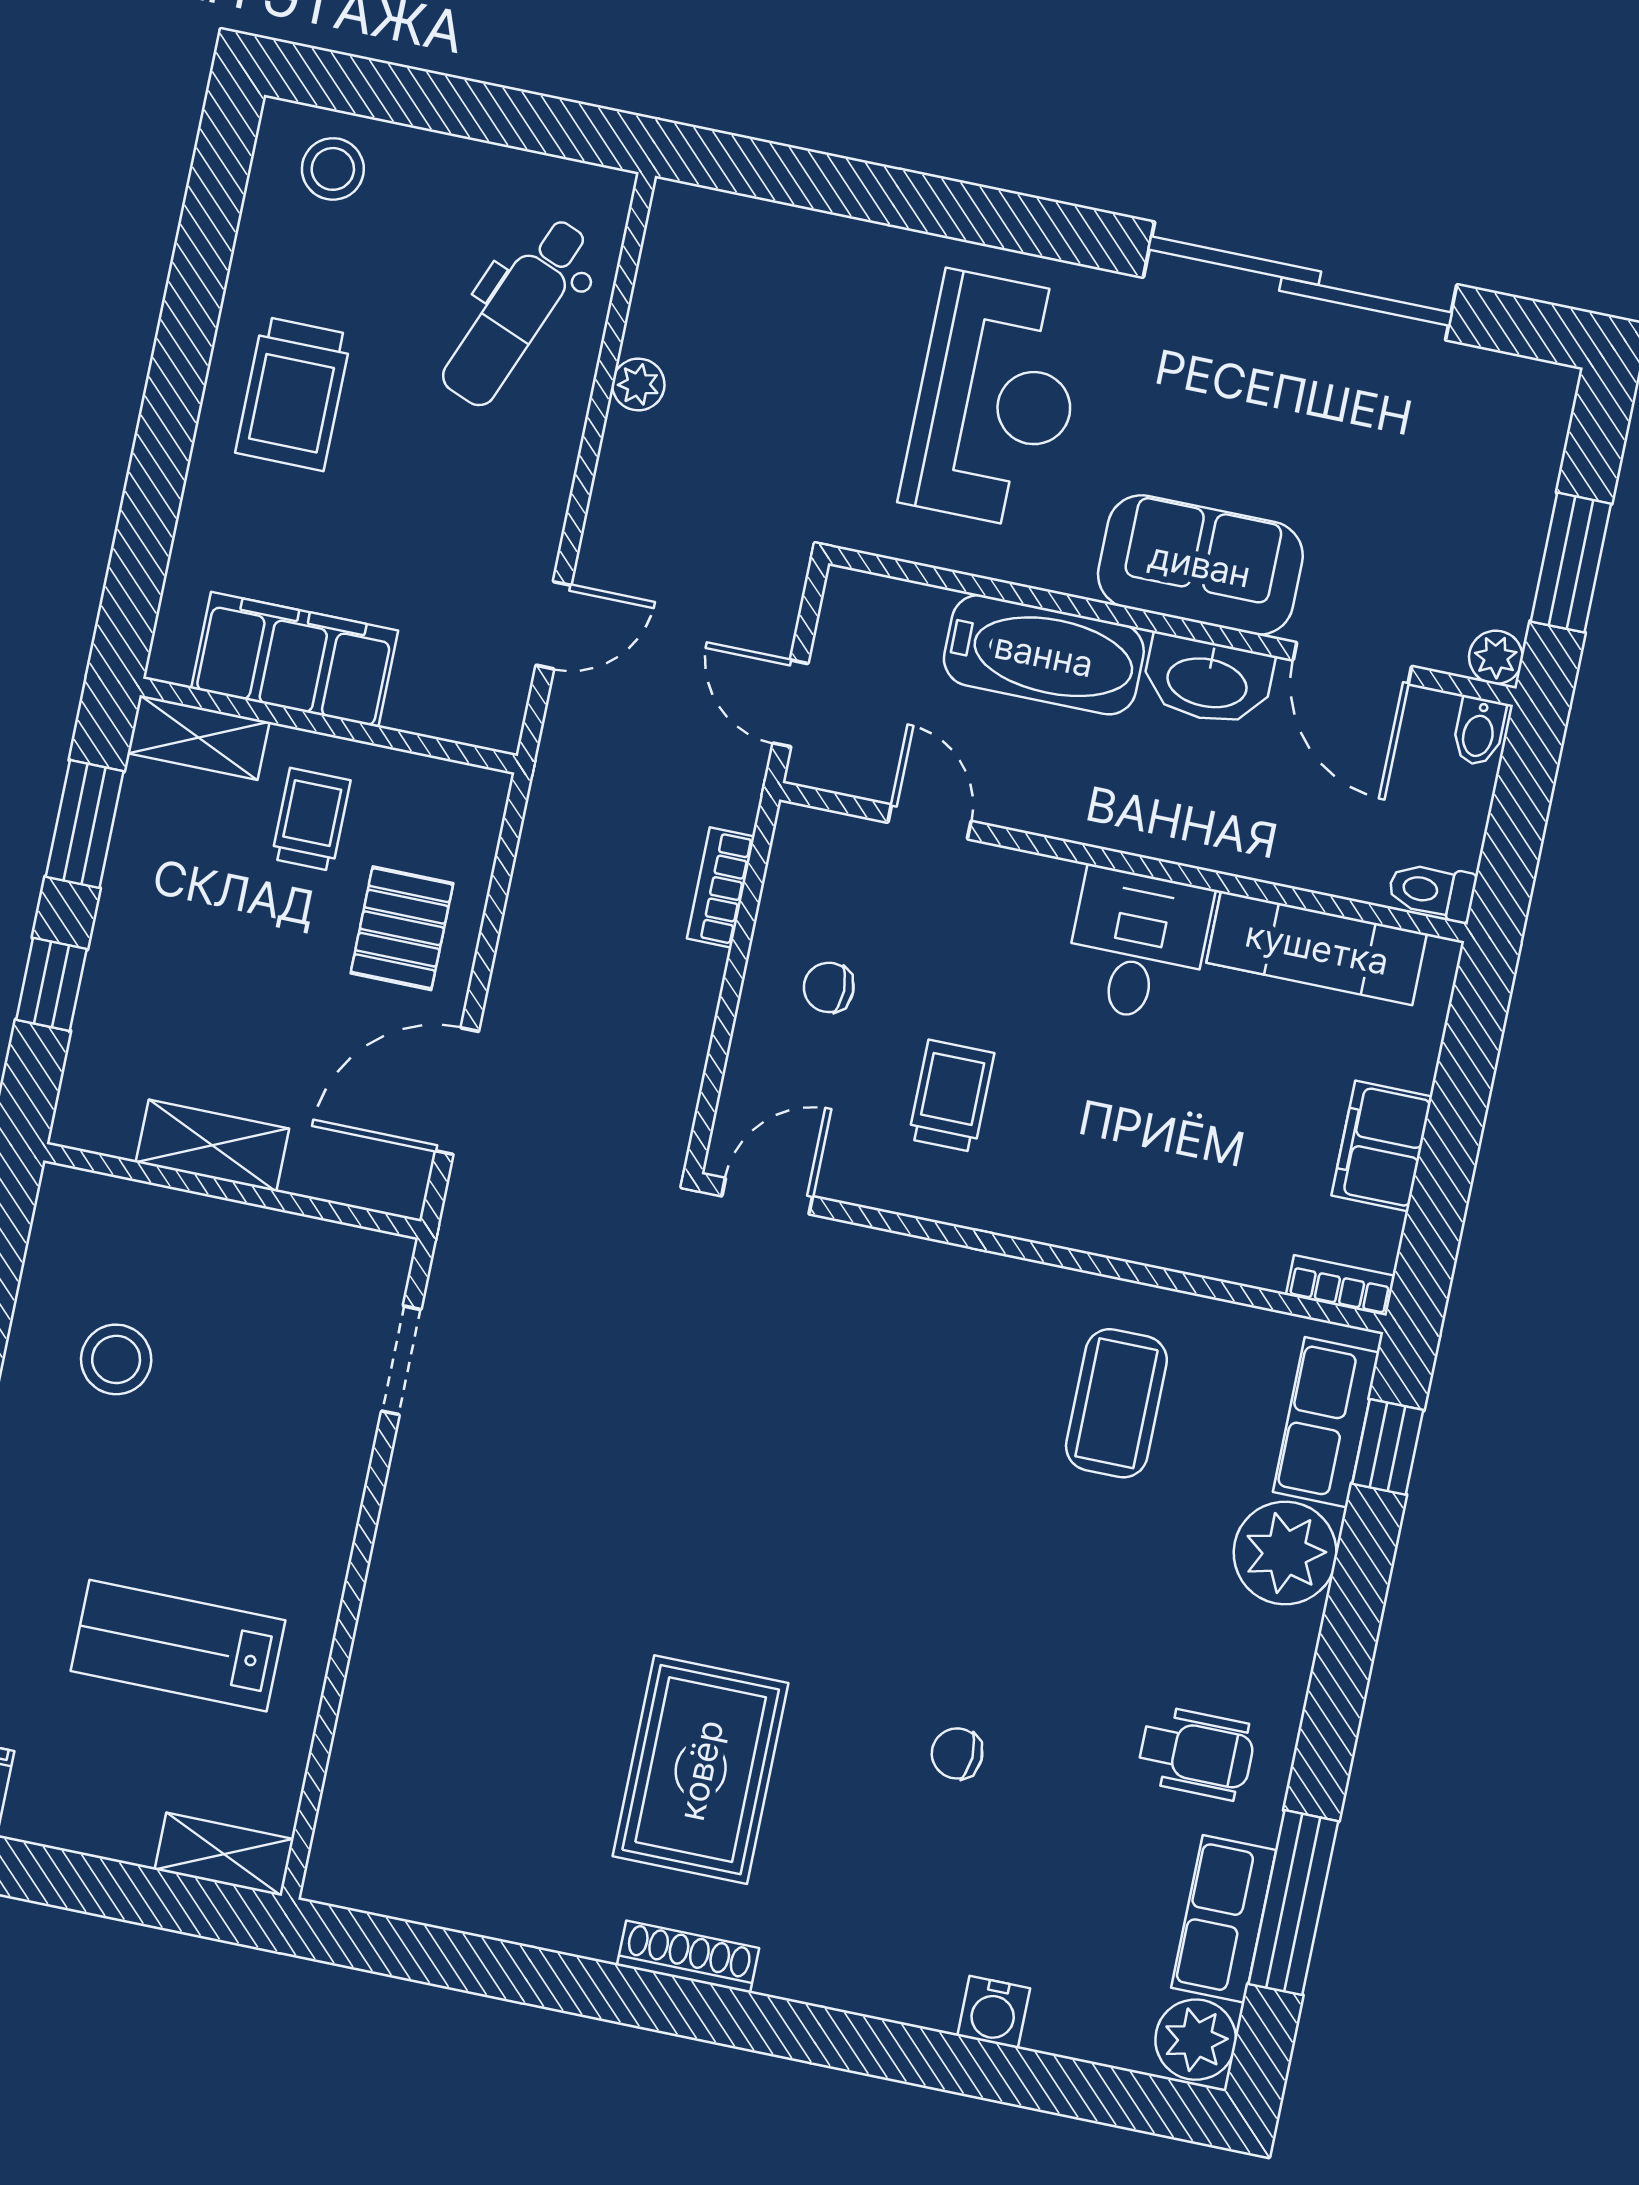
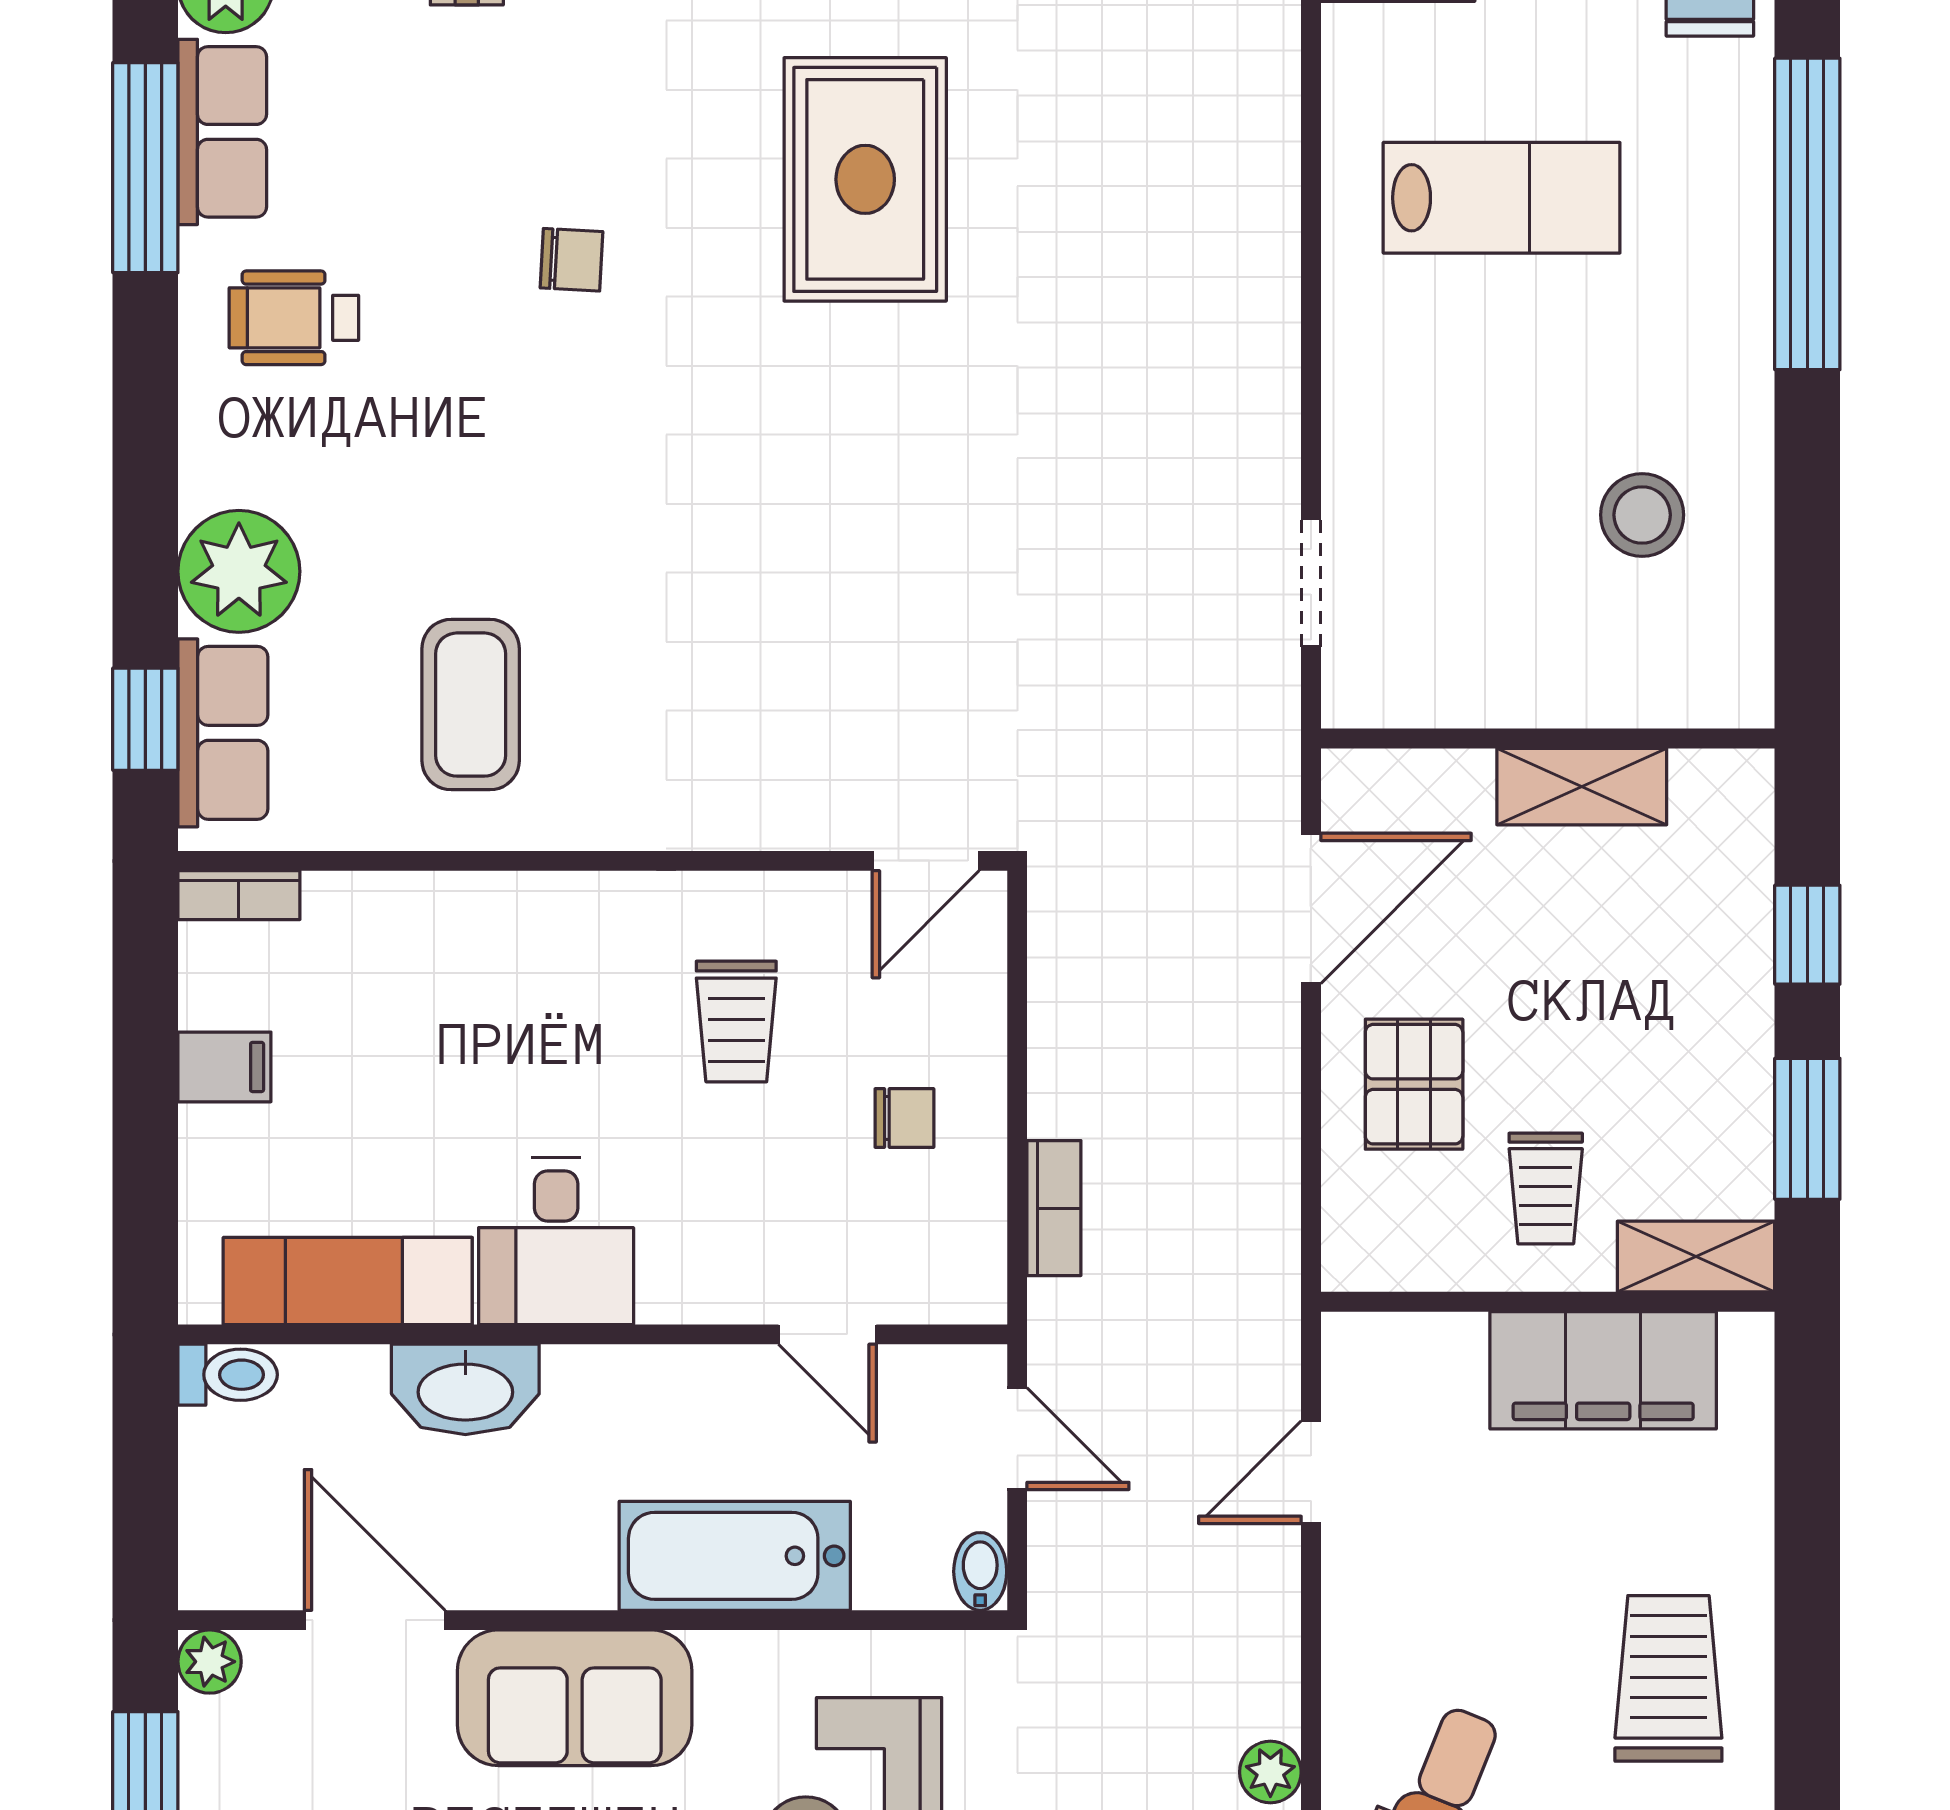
washbasin: (1207, 681) -> (465, 1389), moved, turned 180
bidet: (1479, 731) -> (980, 1571), moved
filing cabinet: (1382, 1146) -> (224, 1067), width x0.50

